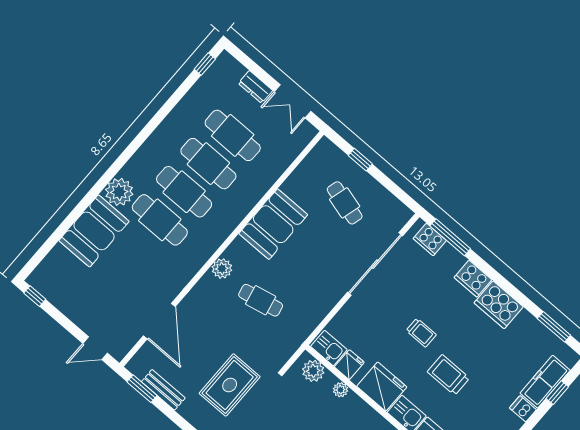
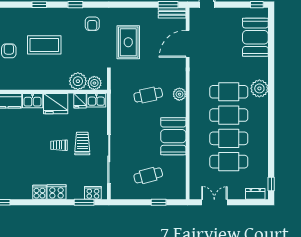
dresser: (255, 87) -> (255, 194), moved
cafe table: (345, 203) -> (148, 175), turned -30
booth: (94, 231) -> (255, 37), moved
window: (450, 237) -> (84, 202), width x0.69
cooker: (499, 305) -> (39, 192), width x0.53, depth x0.76
door: (159, 321) -> (188, 44), hinge flipped
trolley: (448, 375) -> (82, 143), moved, turned -90
bench: (163, 390) -> (172, 13), moved
plant: (340, 390) -> (78, 81), width x1.88, depth x1.88

